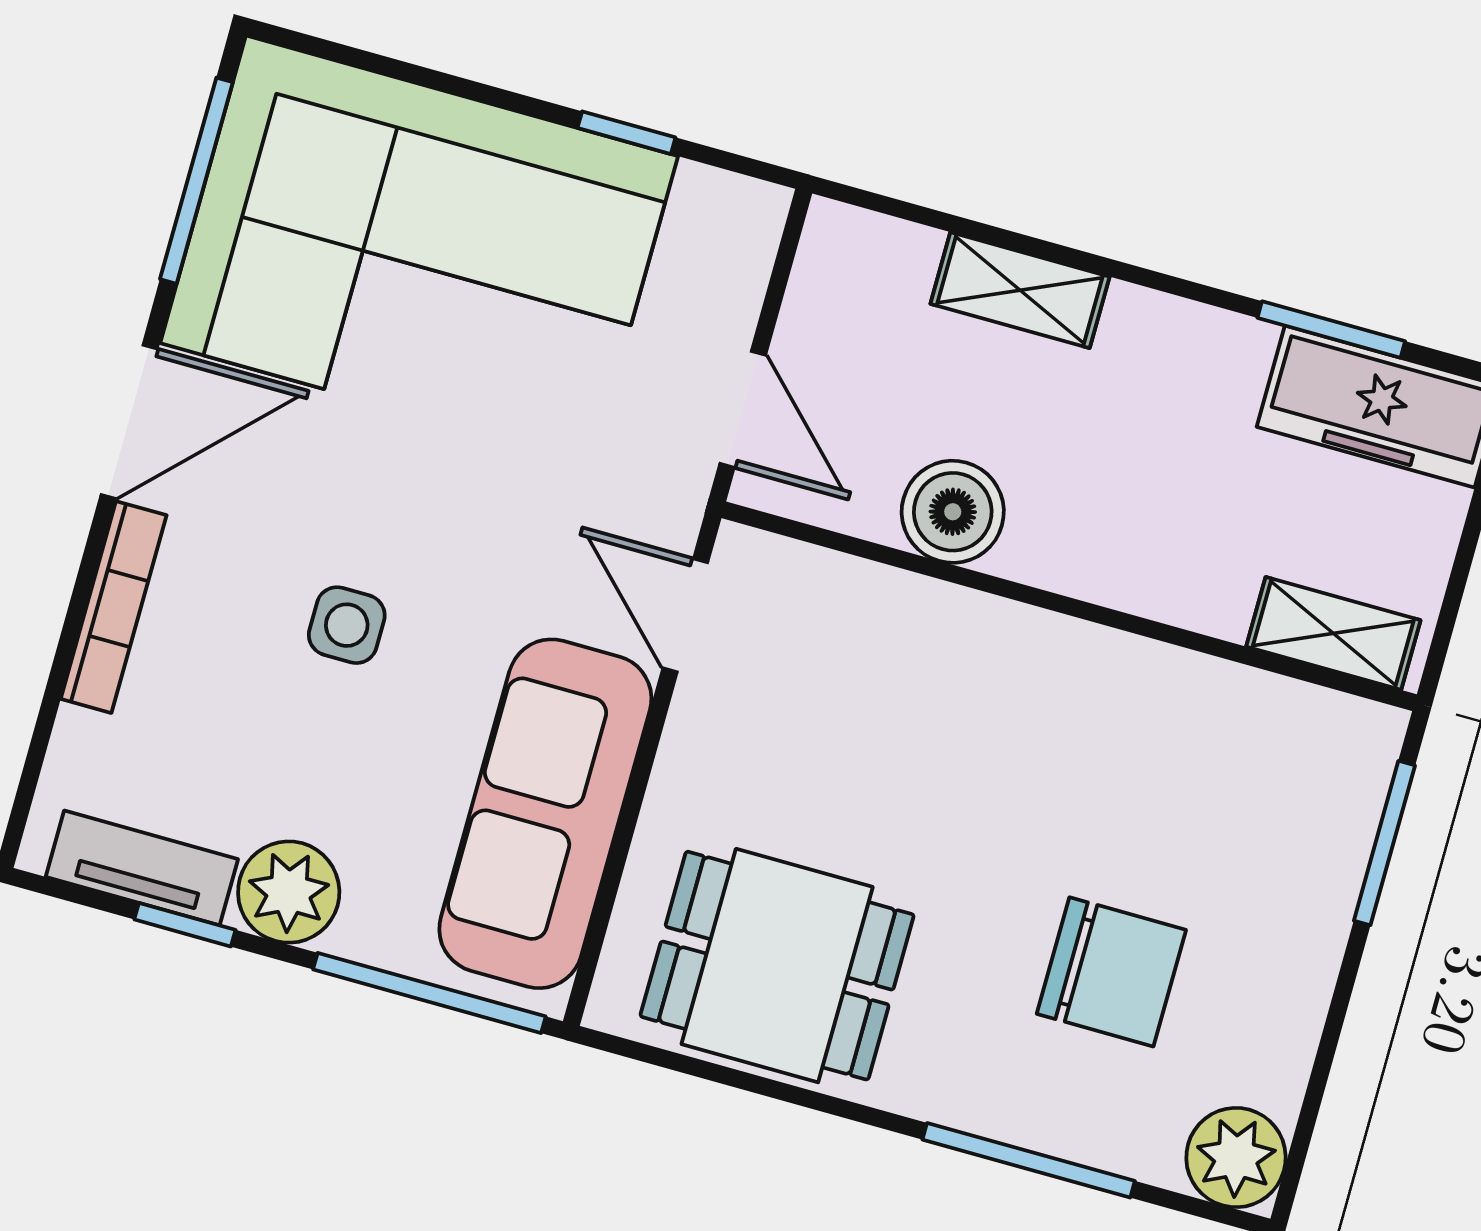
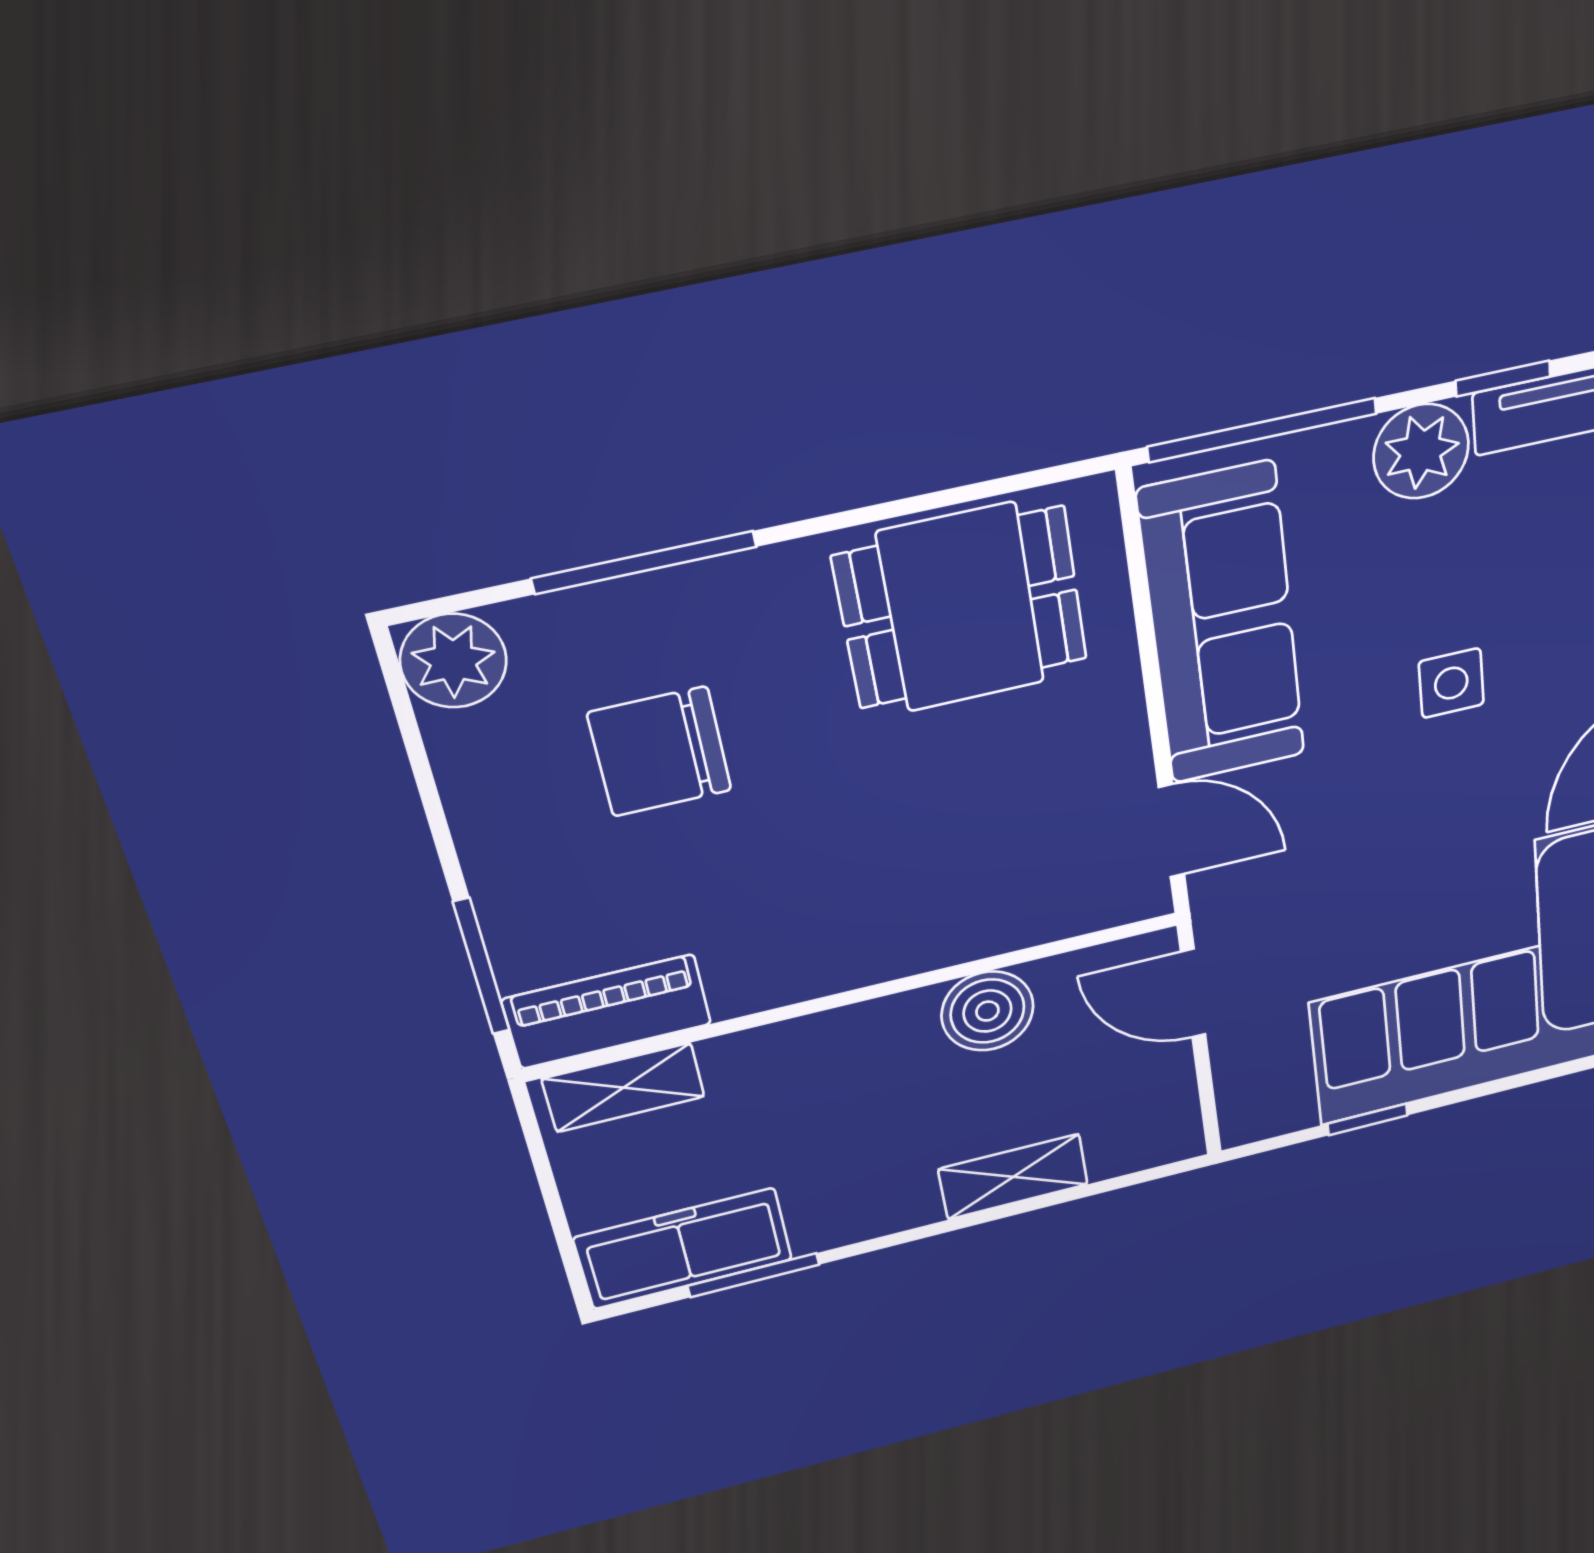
piano: (1302, 727) -> (607, 1012), added

